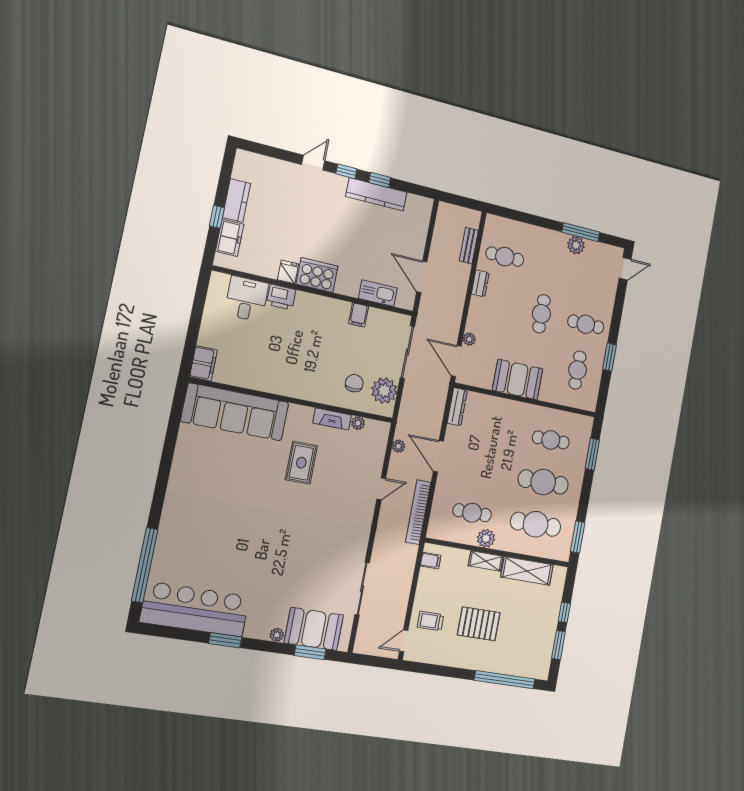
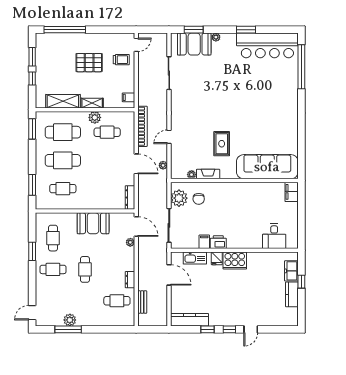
kitchen counter: (376, 194) -> (189, 320), moved
fridge: (288, 272) -> (217, 258), moved
printer: (281, 297) -> (218, 242), moved

